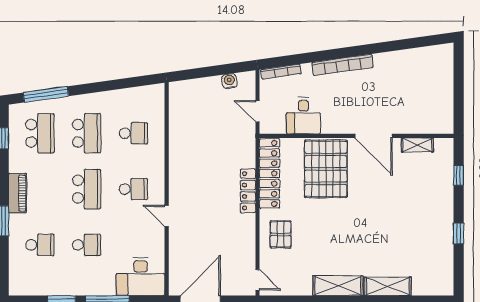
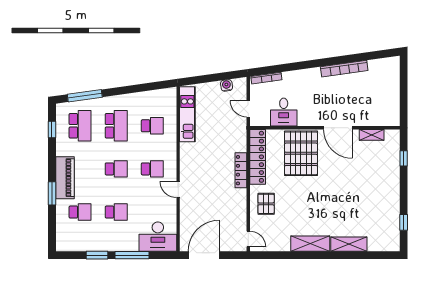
bookcase: (342, 65) -> (344, 69), moved
kitchen unit: (179, 118) -> (187, 114), added
school desk: (87, 189) -> (116, 169), width x0.54
piano: (17, 193) -> (65, 178), width x1.37, depth x1.33
window: (459, 233) -> (404, 222), moved

